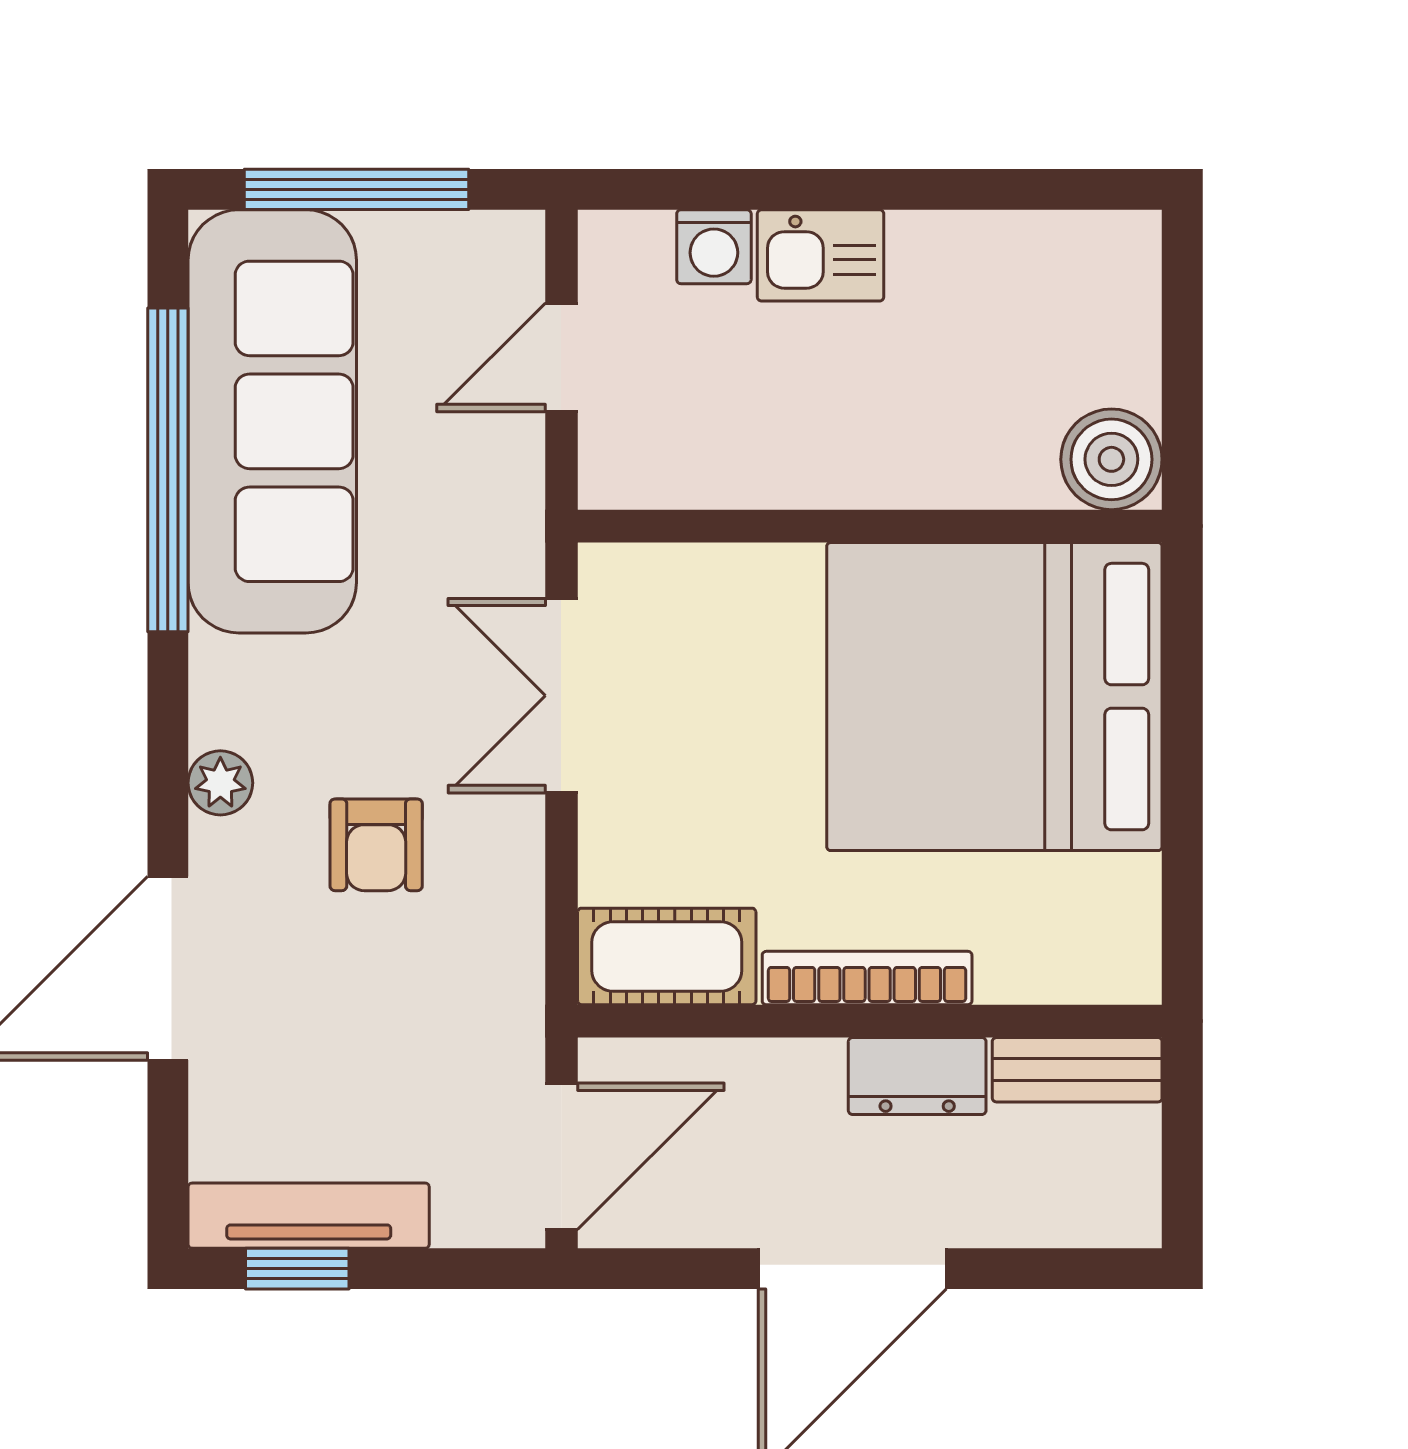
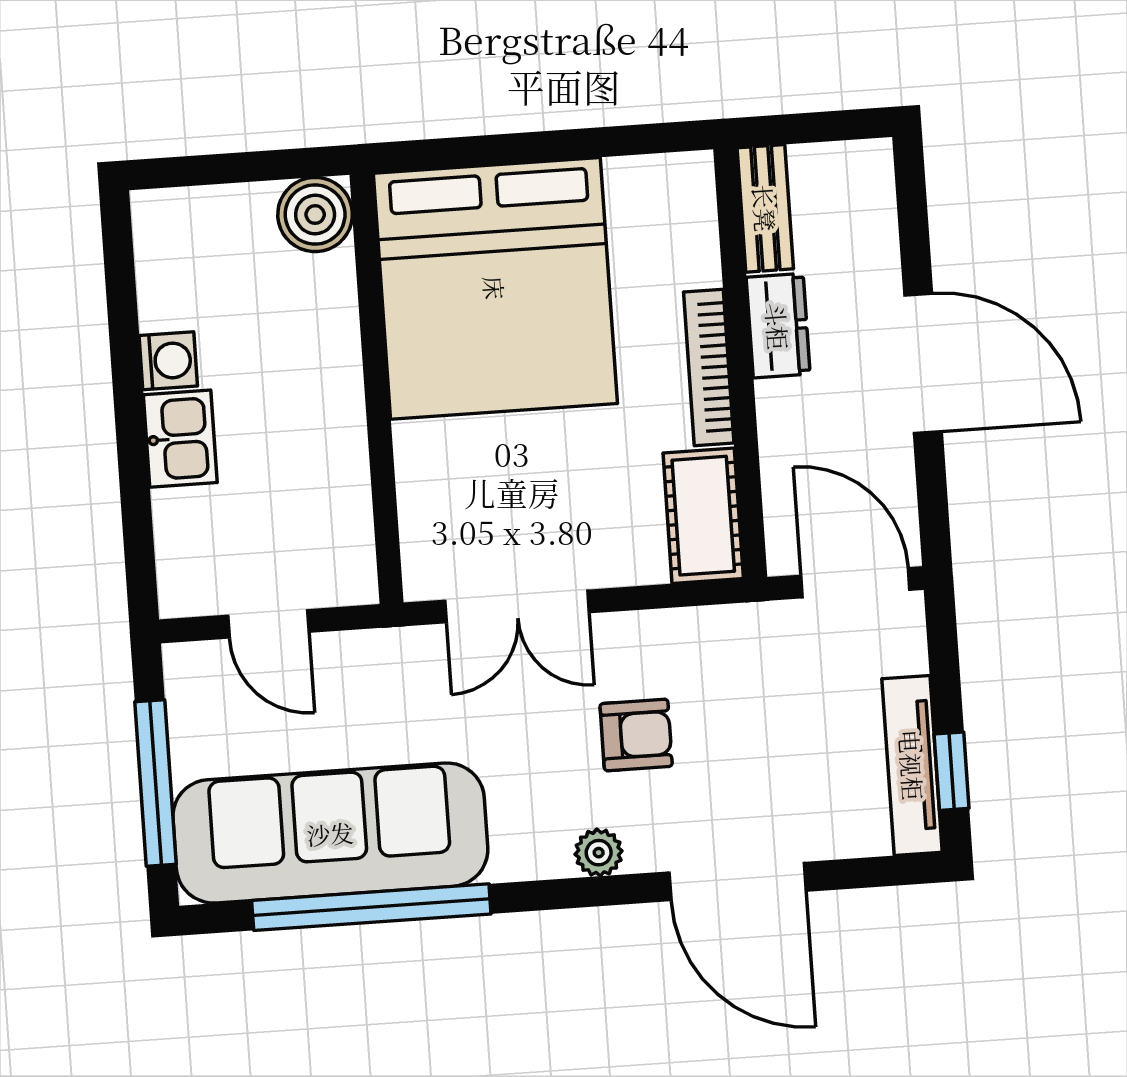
washing machine: (714, 247) -> (168, 361), moved

